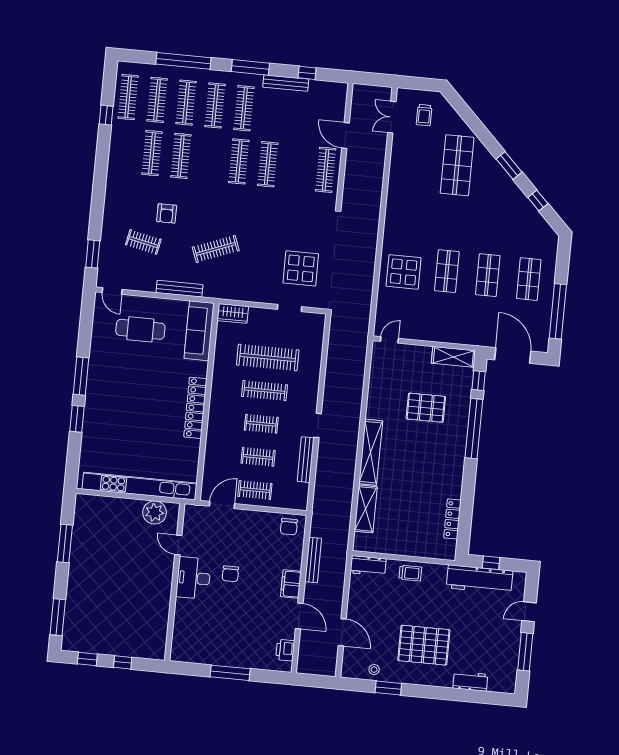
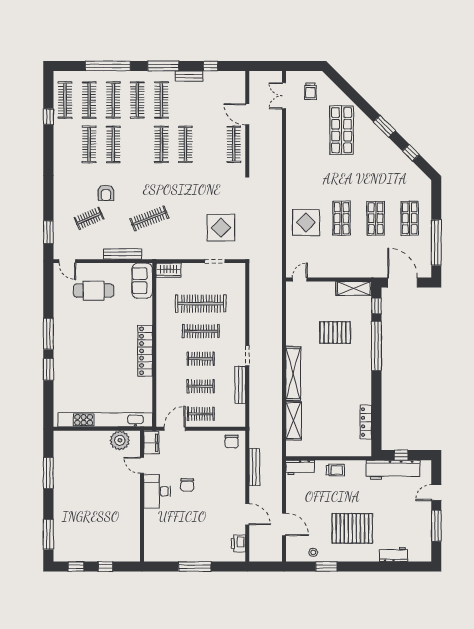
bench: (286, 83) -> (189, 76), width x0.73
clothes rail: (143, 242) -> (89, 218), turned -36
sofa: (199, 331) -> (142, 281), width x0.73
filing cabinet: (291, 584) -> (151, 443), moved, turned 180

